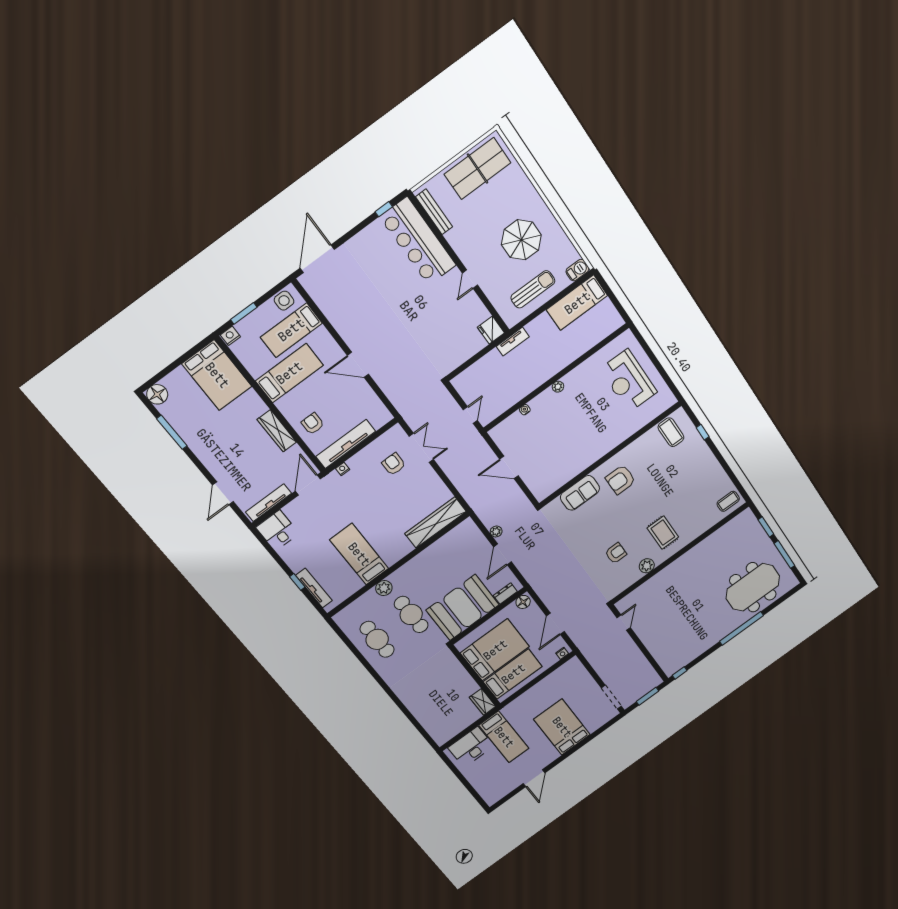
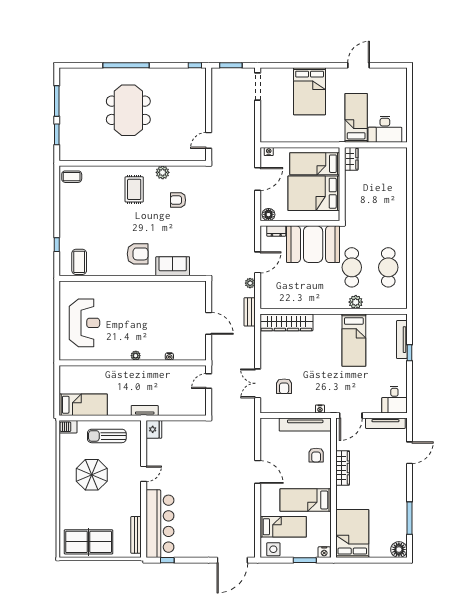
bench: (477, 506) -> (250, 312), added
meeting table: (753, 587) -> (128, 110), moved, turned 90

